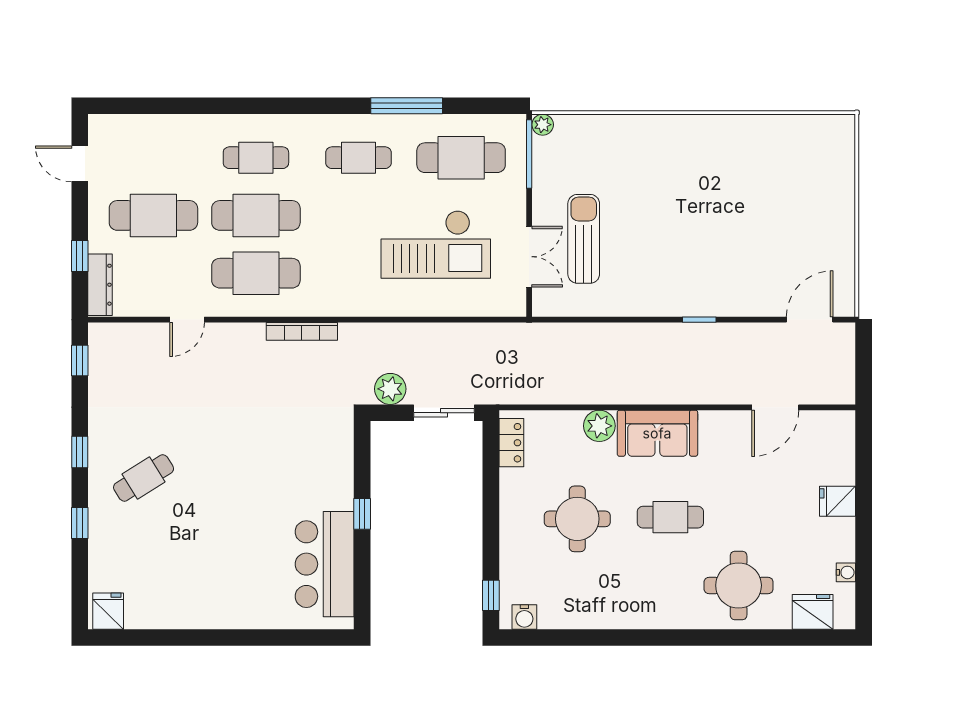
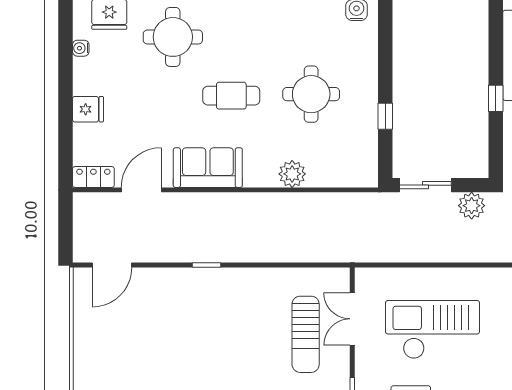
sofa: (657, 433) -> (208, 168), moved
locker: (511, 443) -> (93, 177), moved, turned 90
window: (491, 595) -> (385, 116), moved

